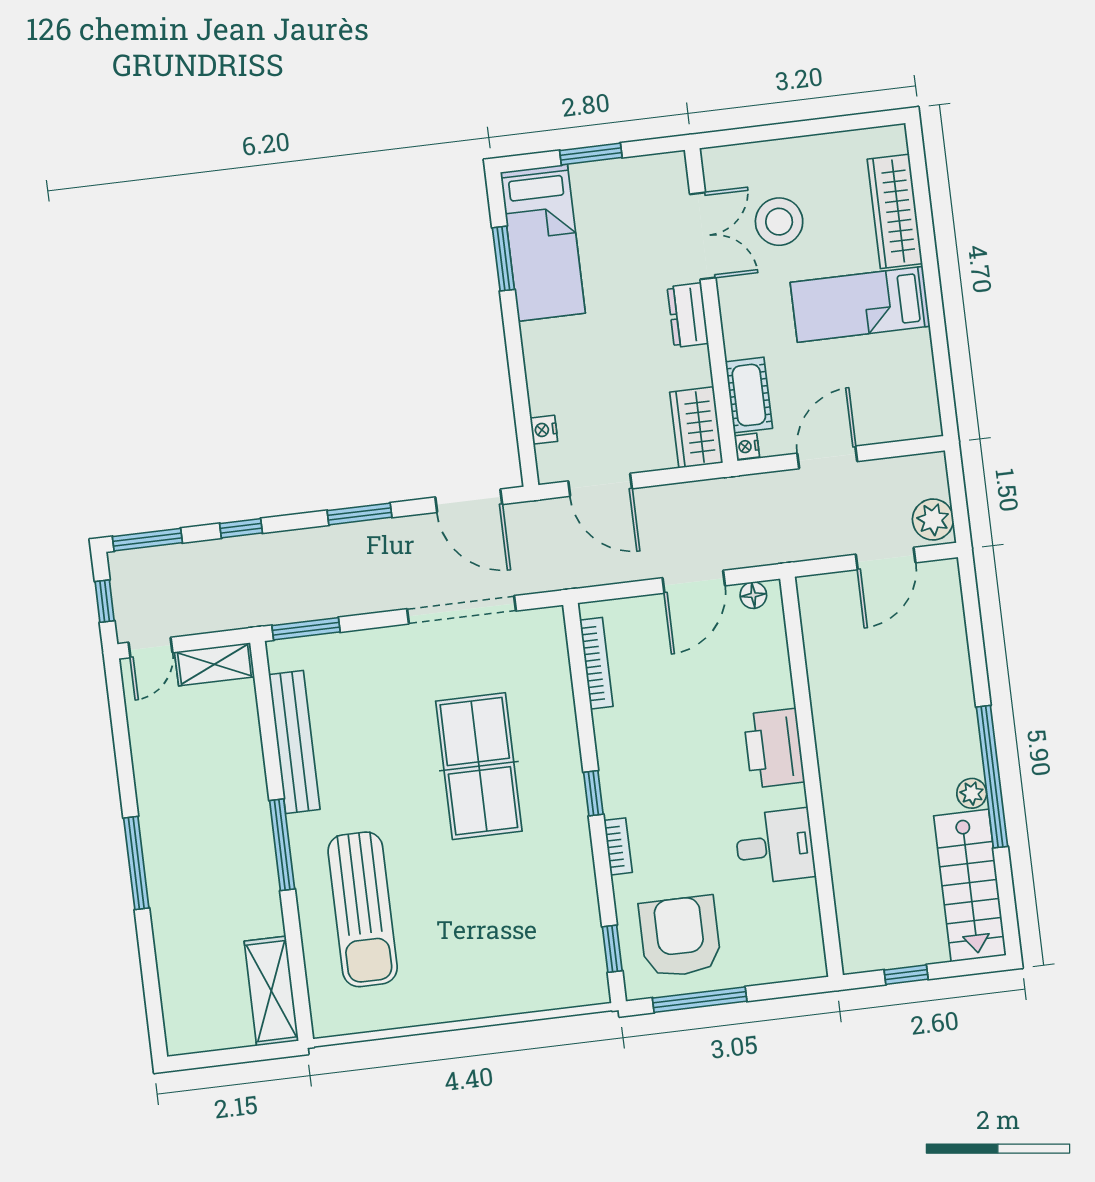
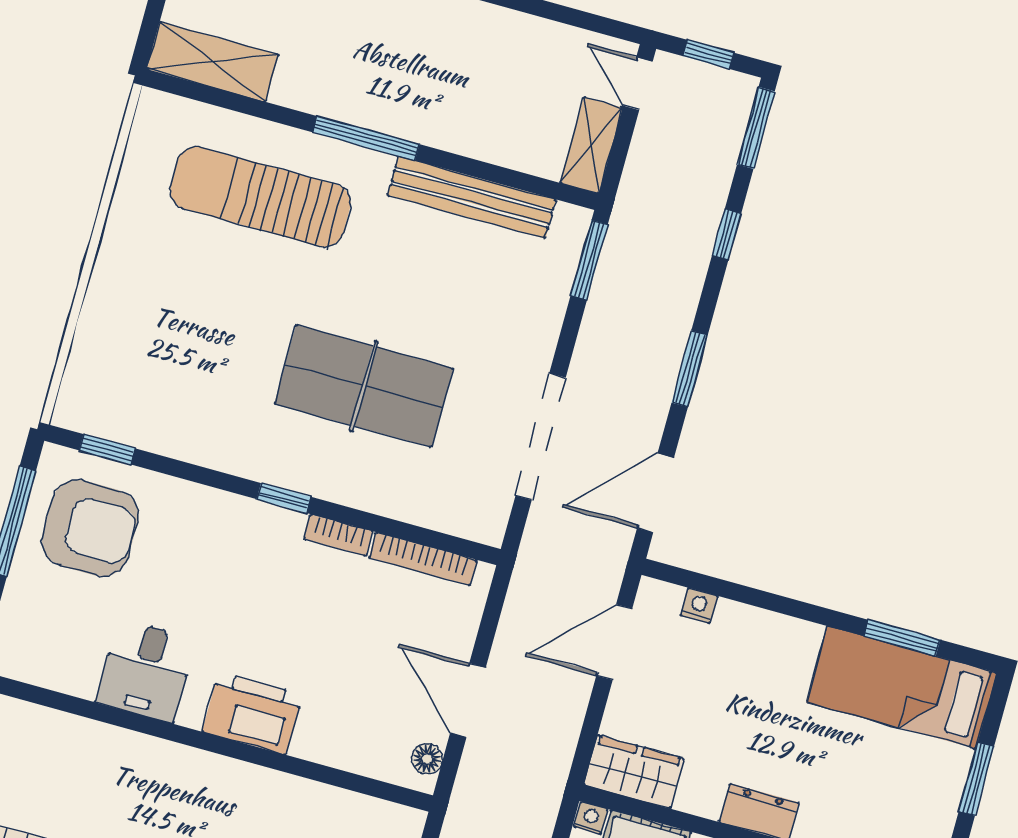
bookcase: (618, 846) -> (338, 535), moved

